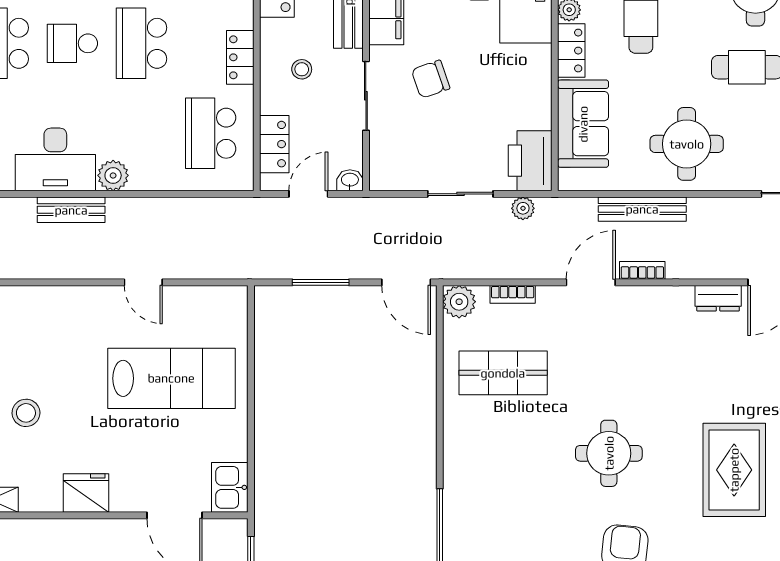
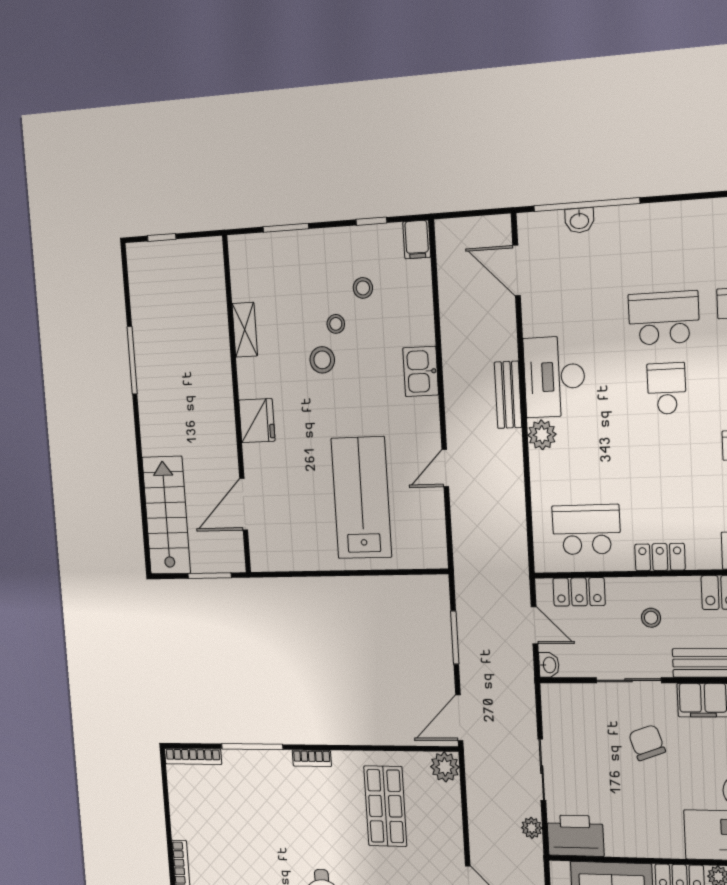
school desk: (142, 43) -> (669, 458), removed
bookcase: (513, 294) -> (312, 758), moved, turned -90
lab bench: (171, 378) -> (361, 498), turned 180
kitchen sink: (230, 487) -> (421, 371), moved, turned -90

